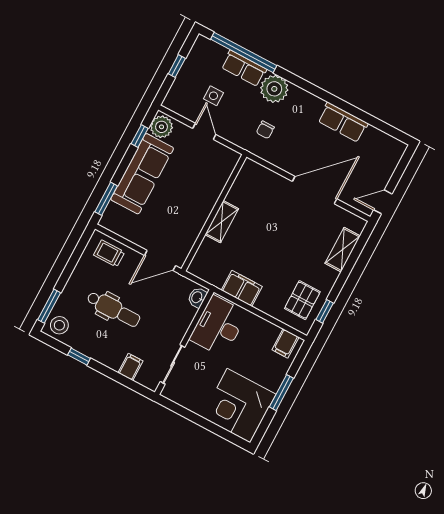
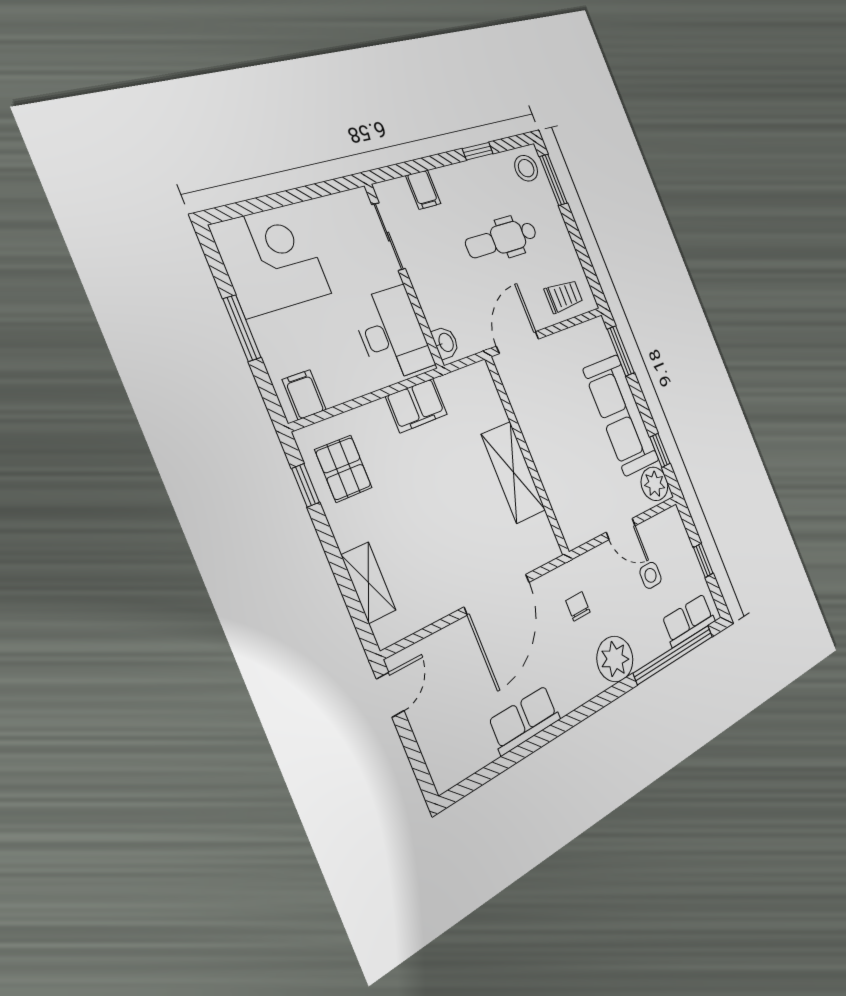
row of seats: (244, 68) -> (689, 620), moved
door: (315, 190) -> (497, 594), moved
shelving: (222, 222) -> (513, 472), width x1.50, depth x1.33

